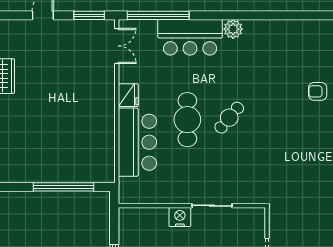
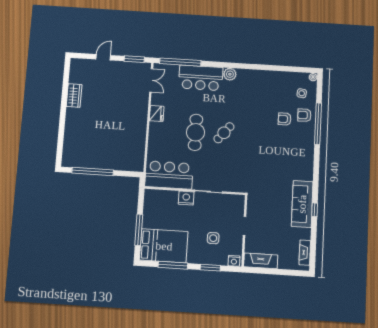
bar counter: (137, 142) -> (169, 175), moved, turned -90
window: (63, 187) -> (93, 171), moved

